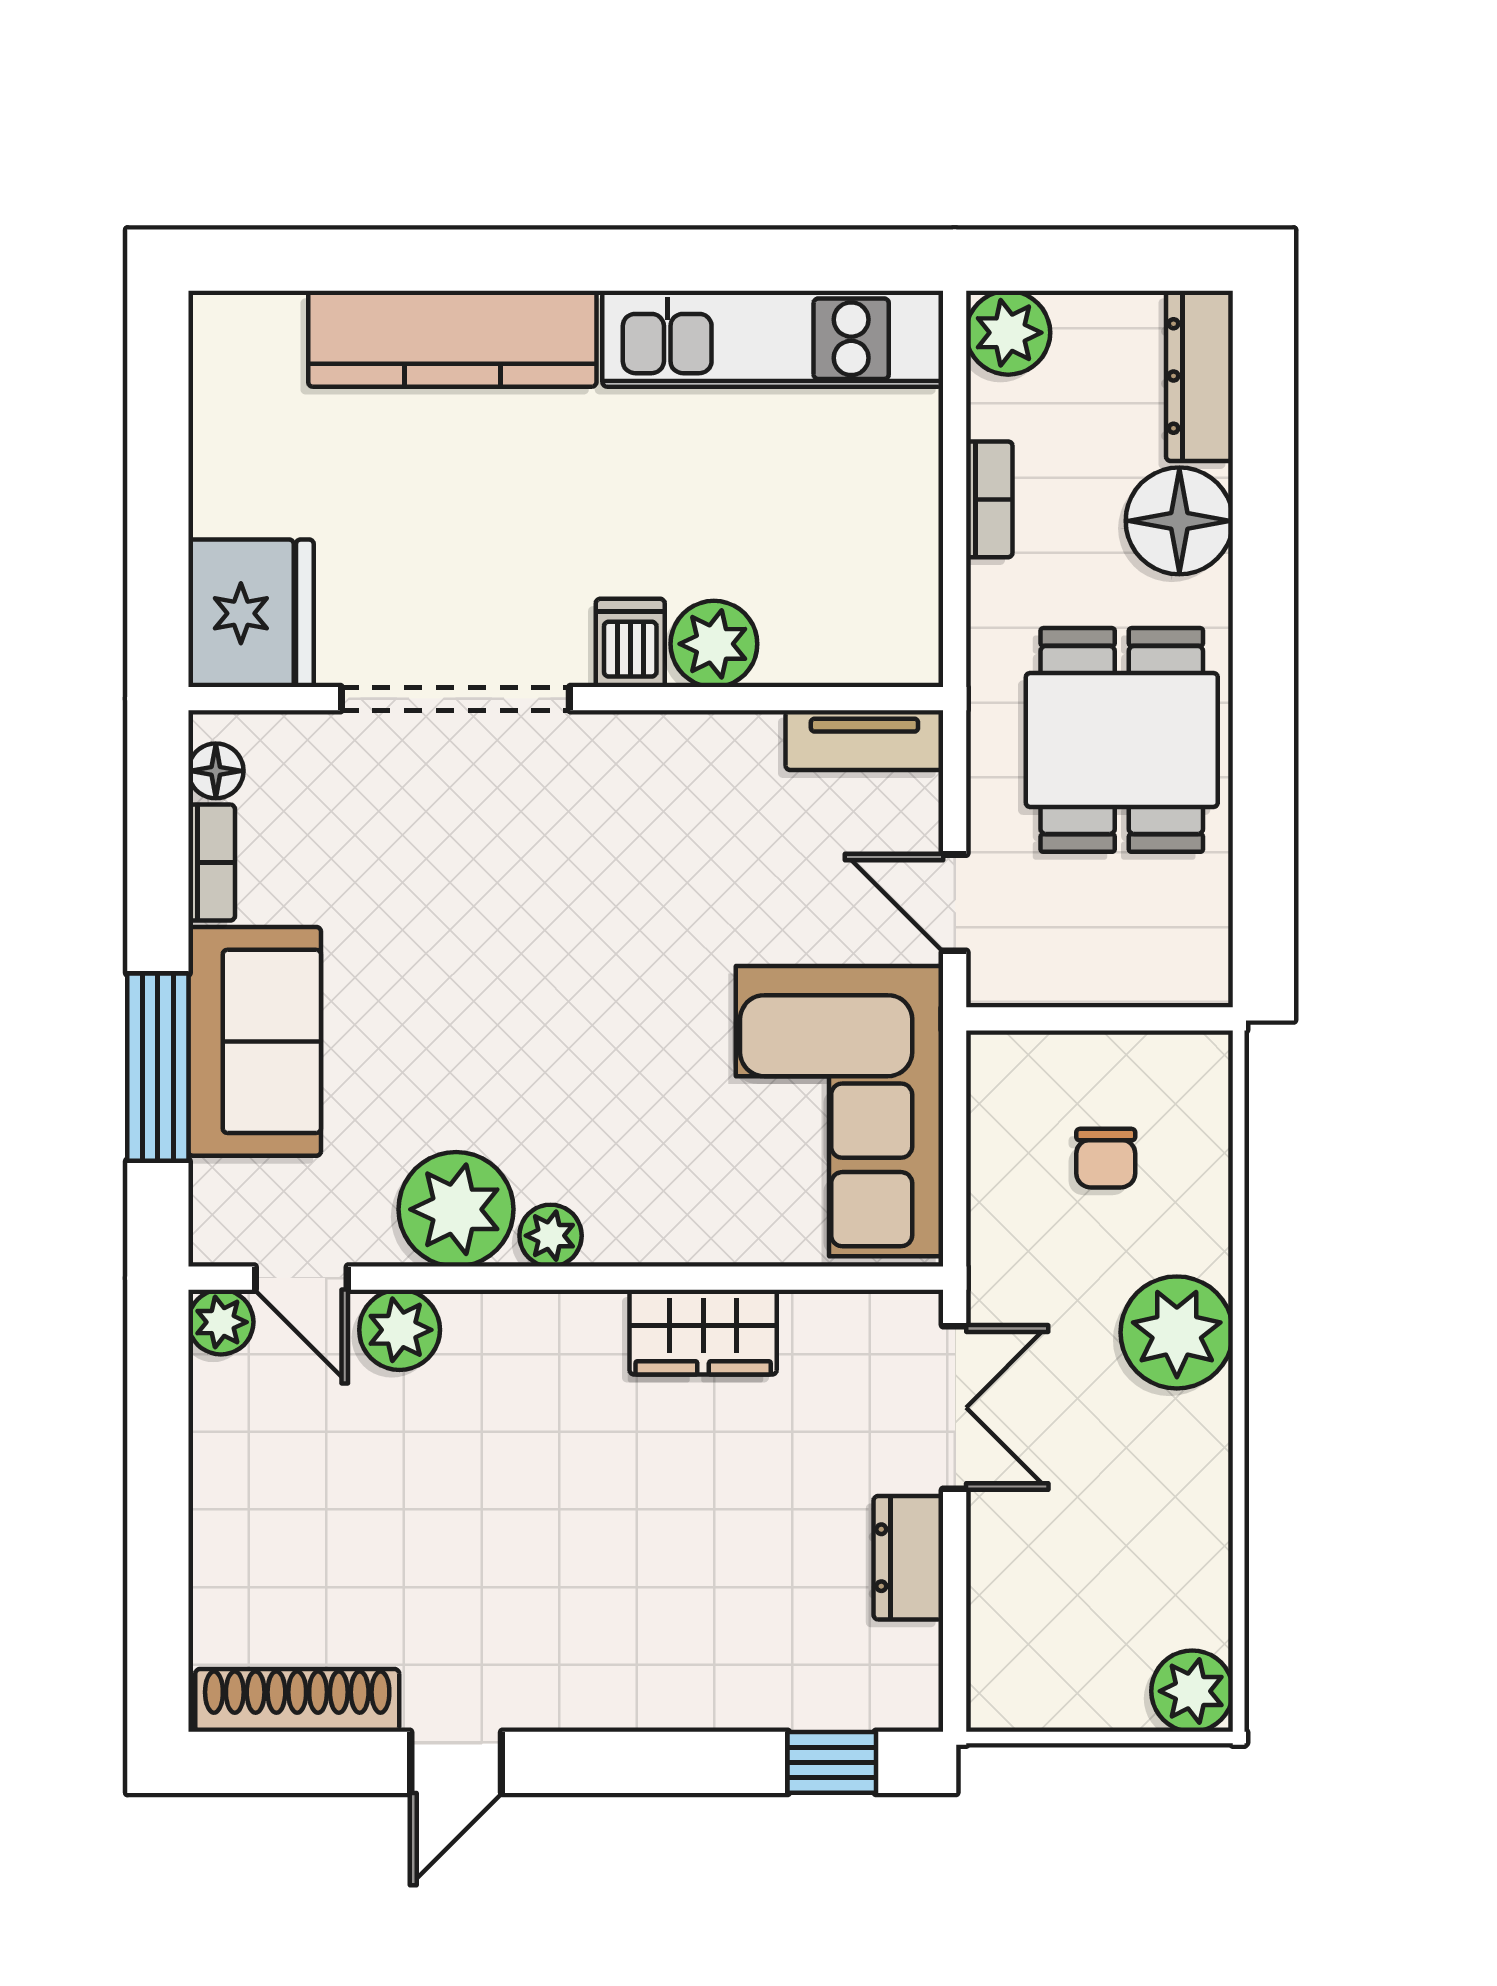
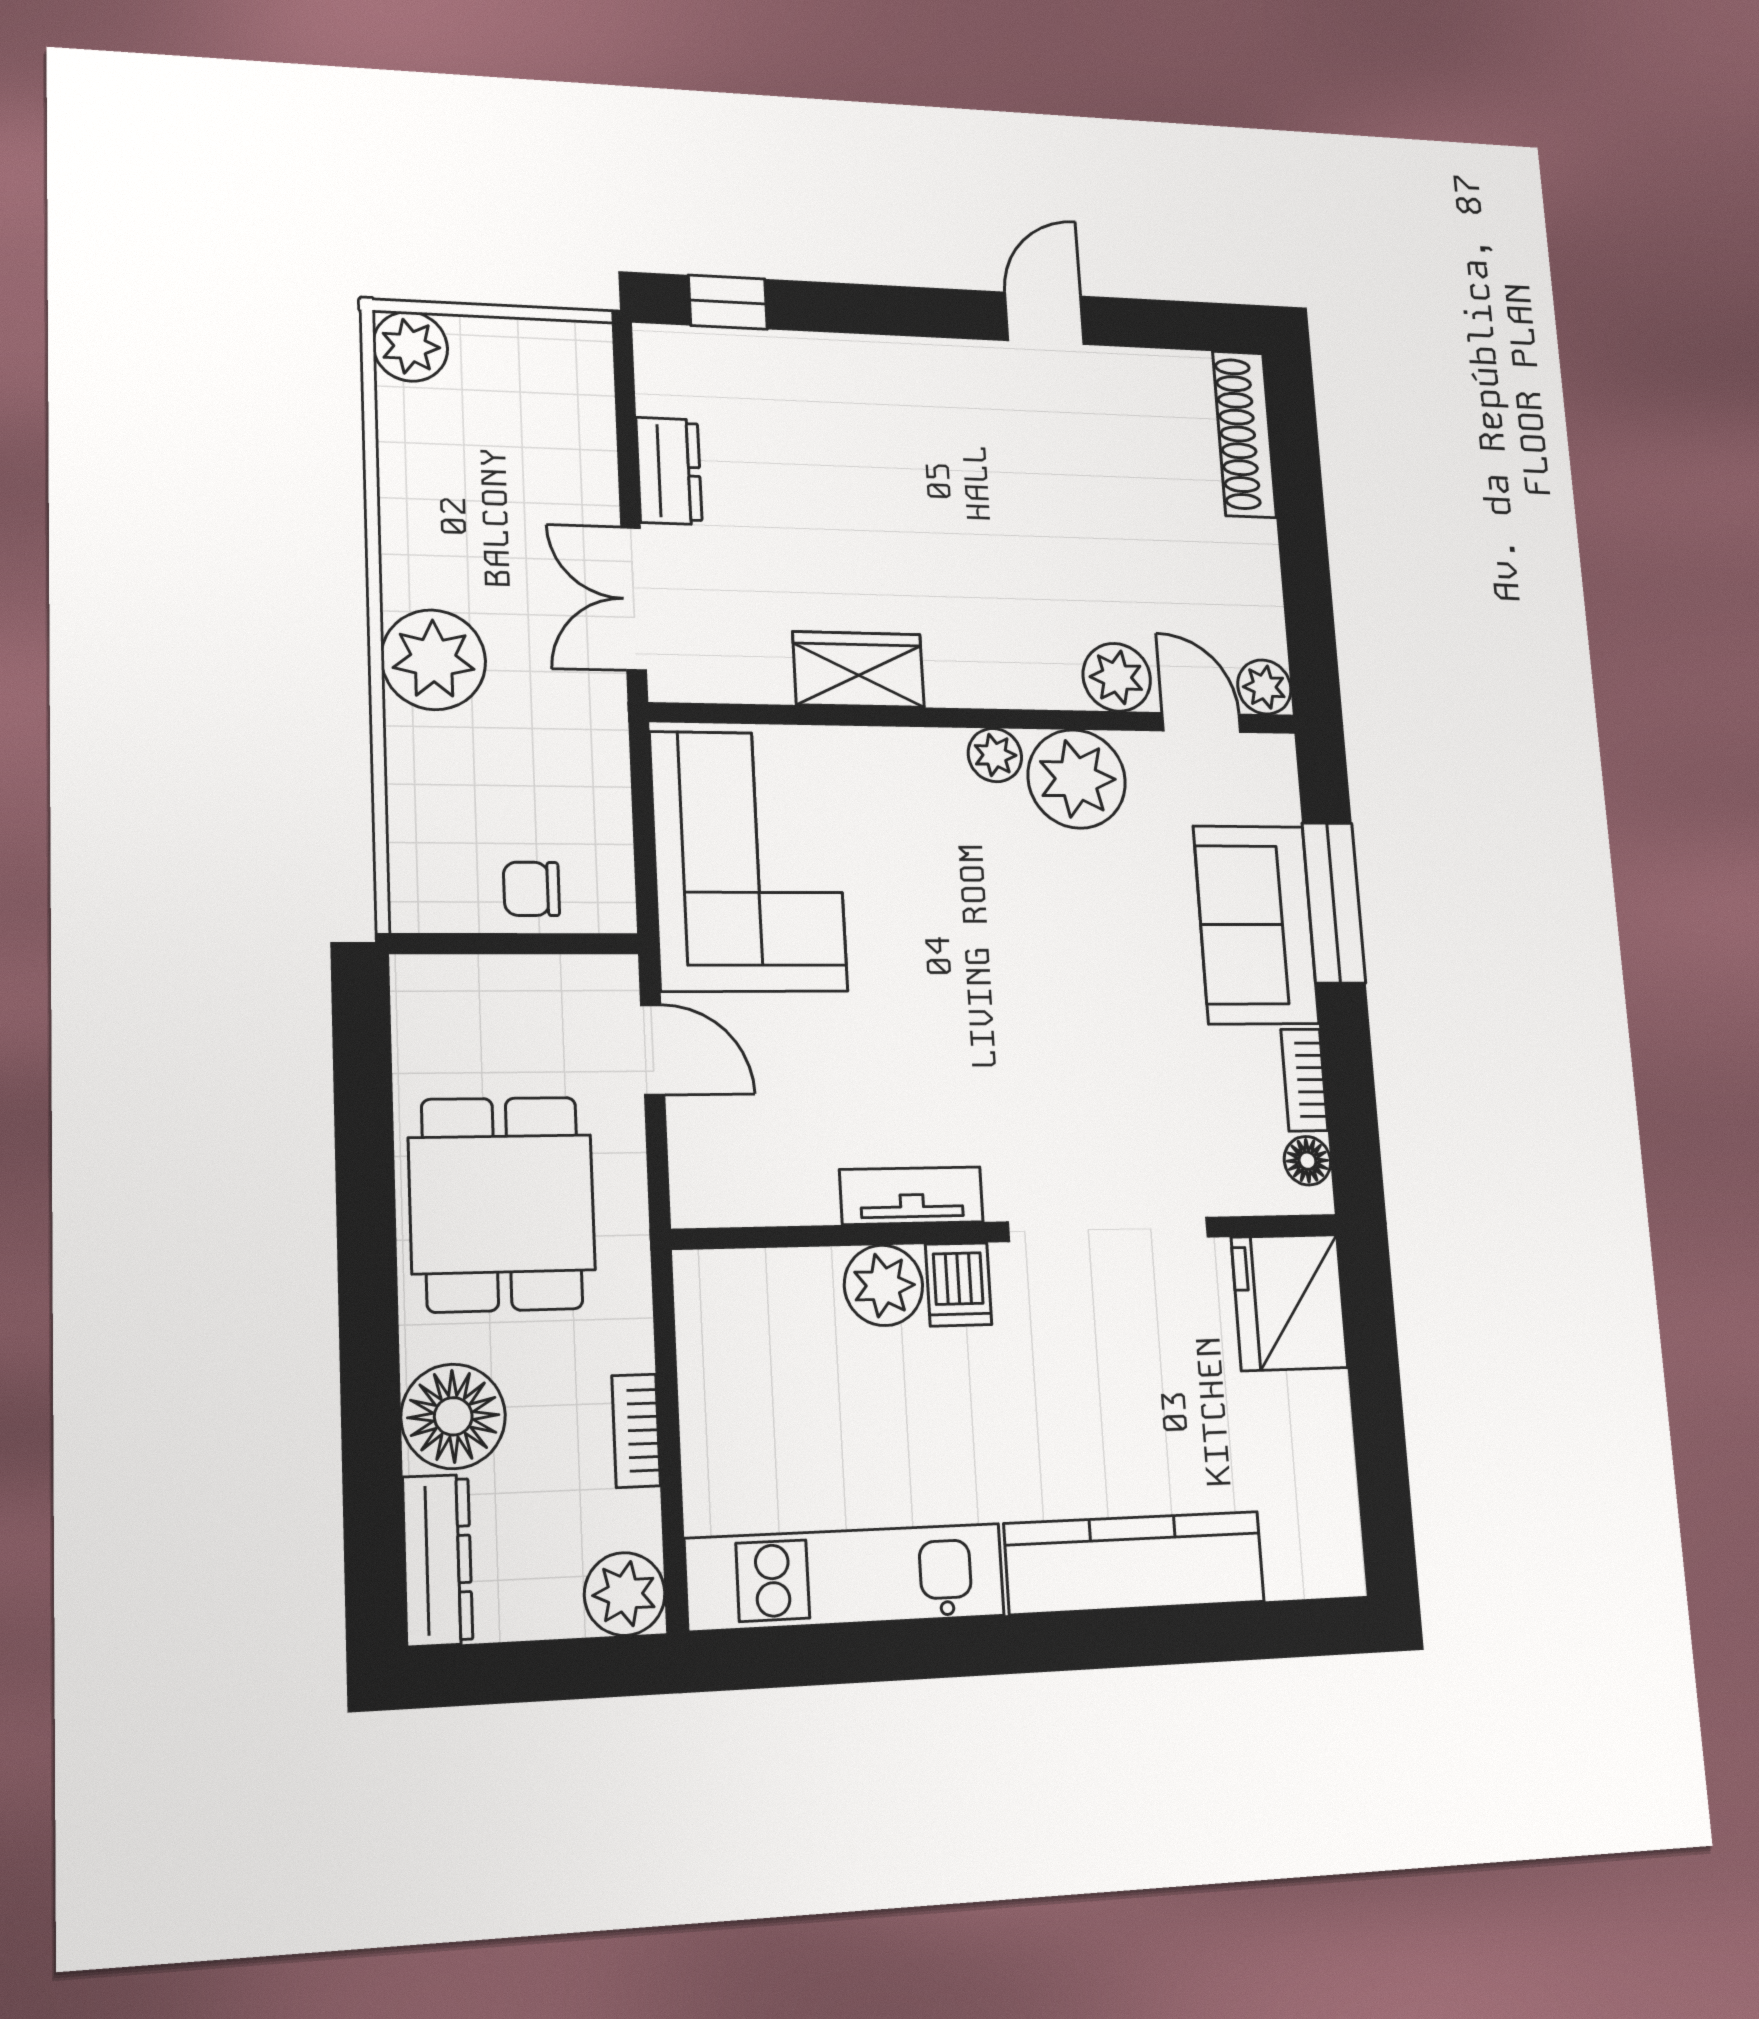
tv unit: (864, 740) -> (911, 1196), moved
chair: (1106, 1158) -> (531, 889), moved, turned -90
shoe rack: (297, 1700) -> (1244, 434), moved, turned 90

